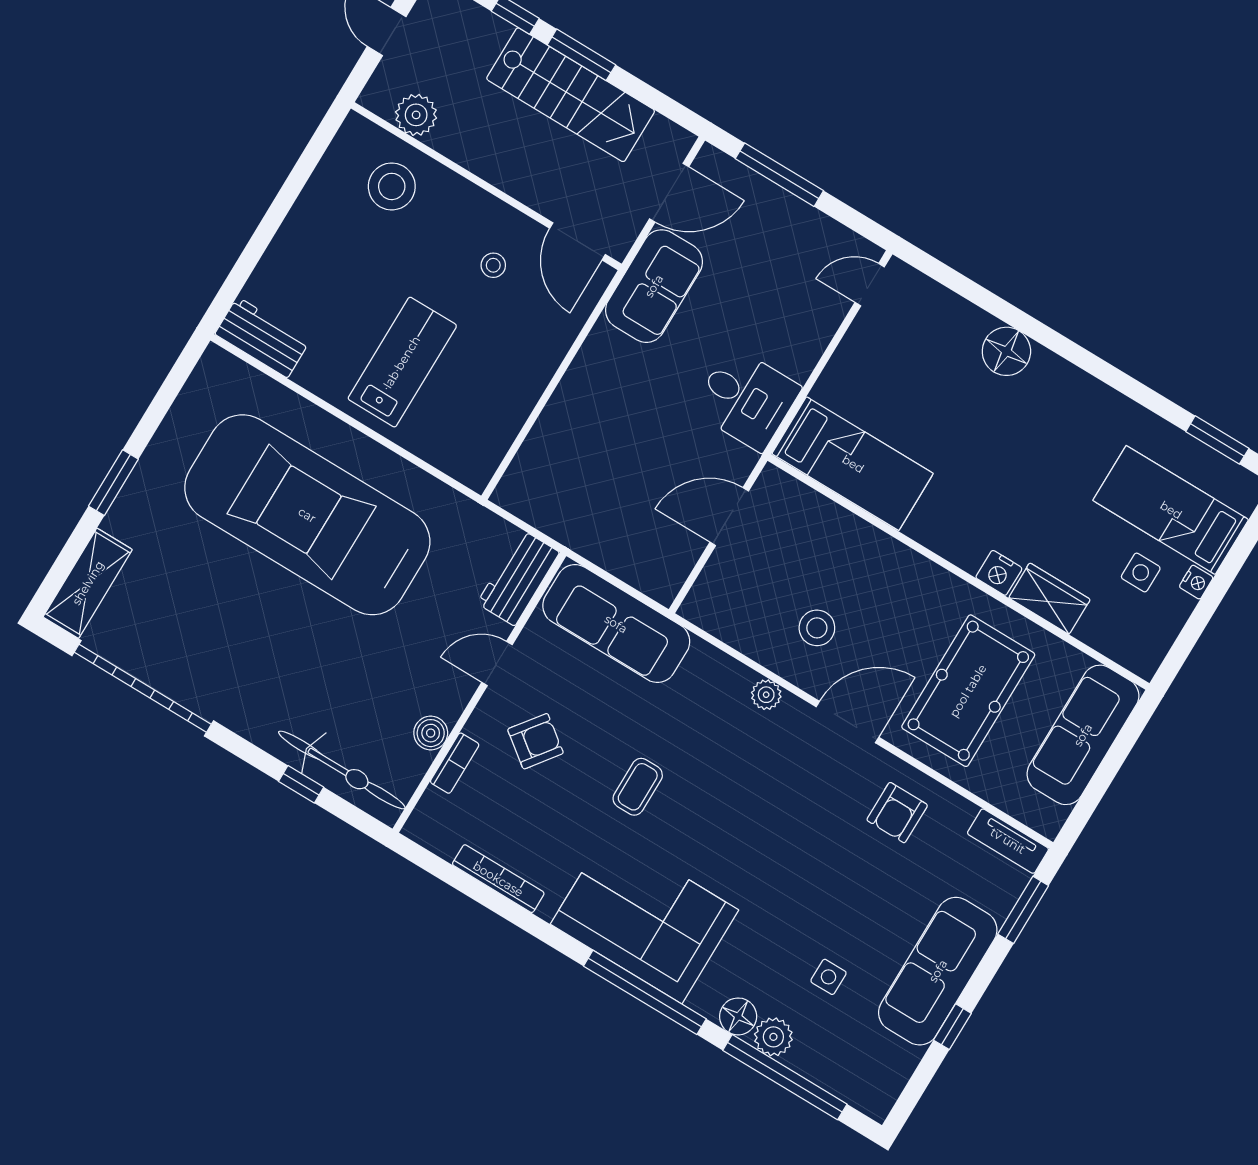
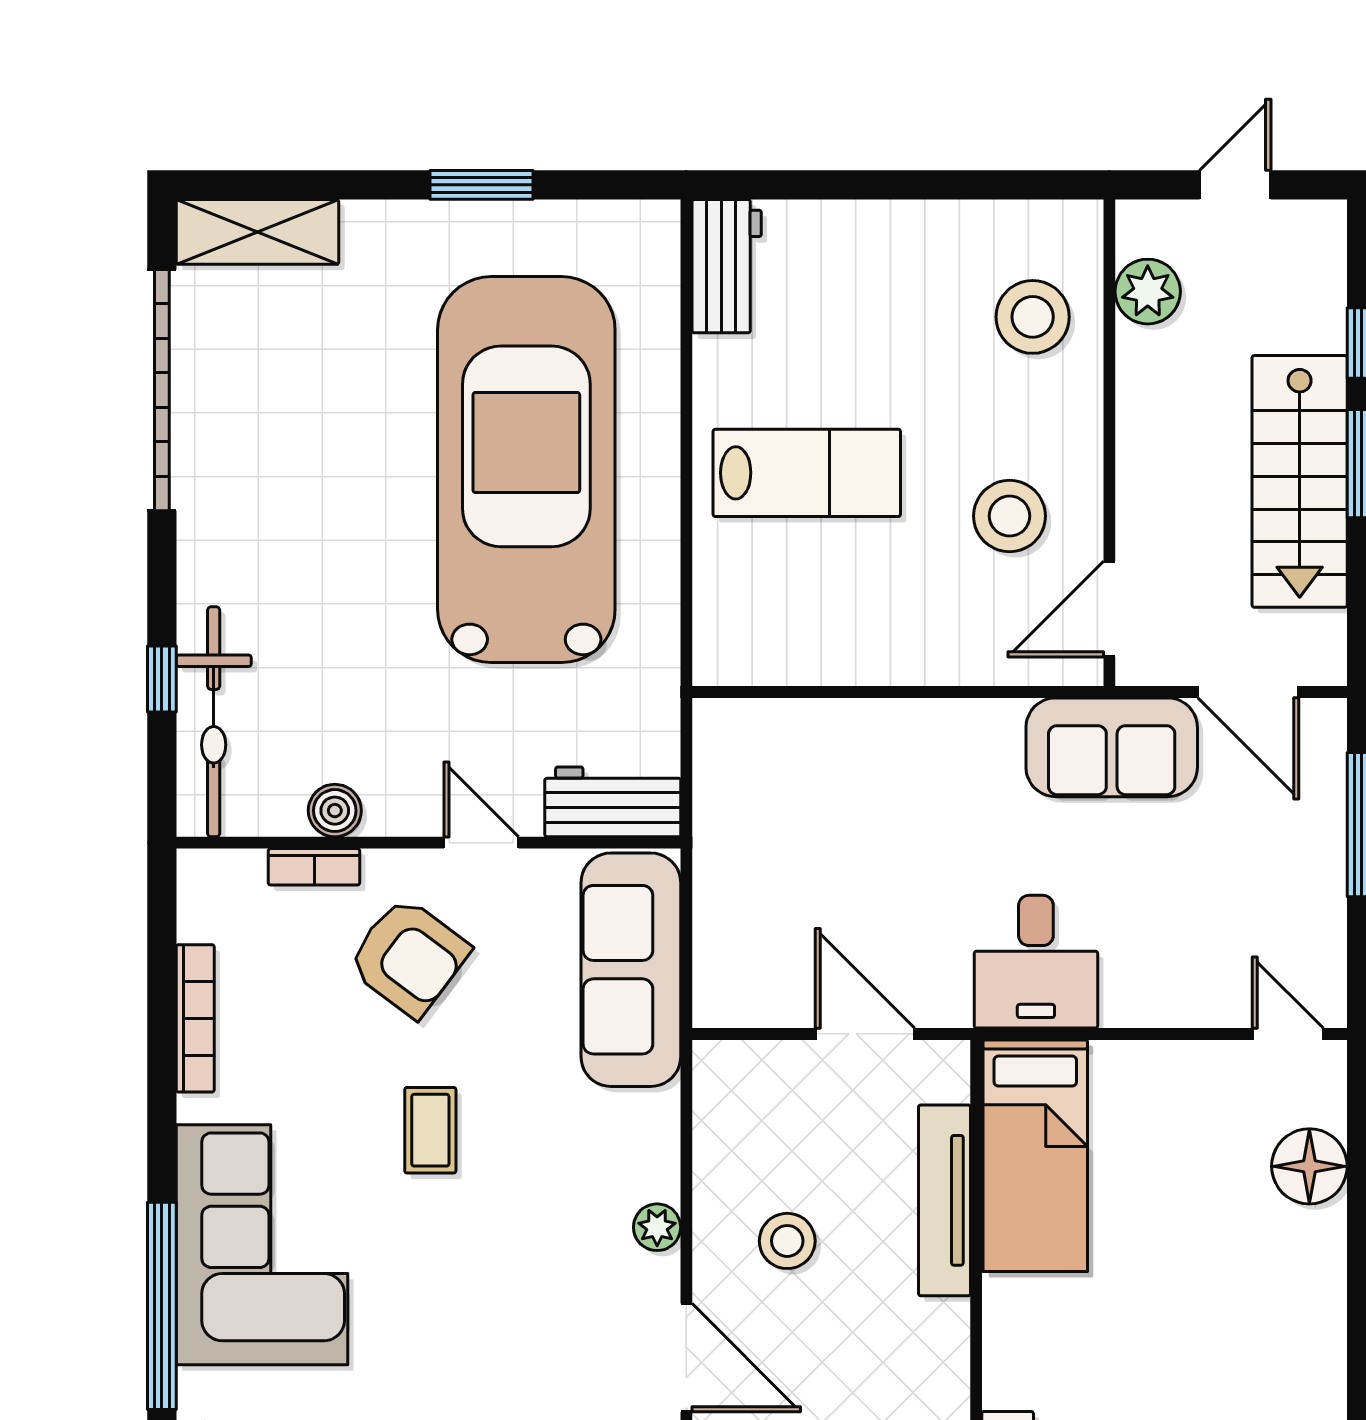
stool: (493, 265) -> (1010, 516), width x1.89, depth x1.89
floor lamp: (1006, 351) -> (1309, 1166), moved
window: (113, 483) -> (481, 185), moved
tv unit: (847, 528) -> (944, 1200), added
armchair: (535, 741) -> (409, 957), width x1.38, depth x1.38
coffee table: (638, 787) -> (430, 1130), turned 90

